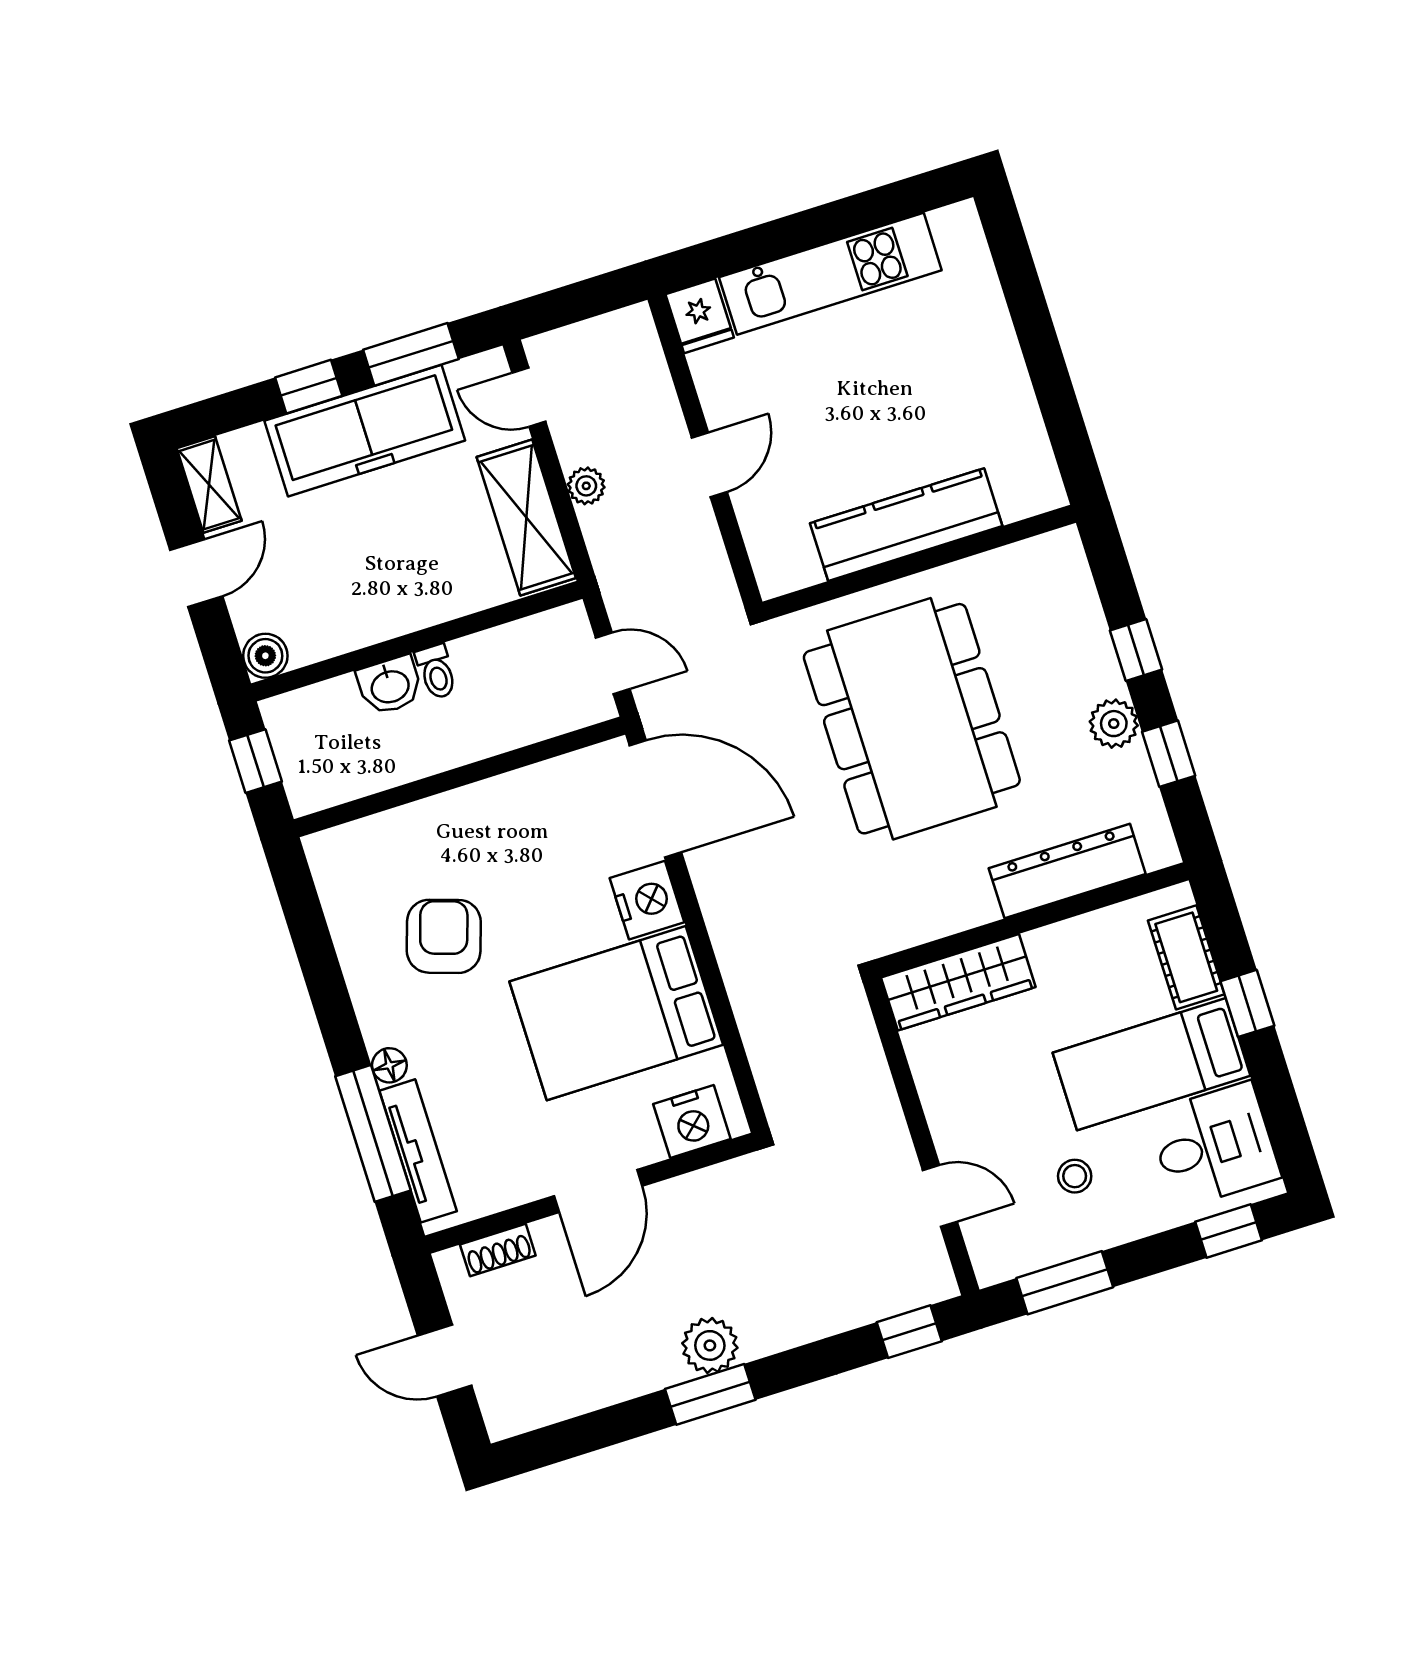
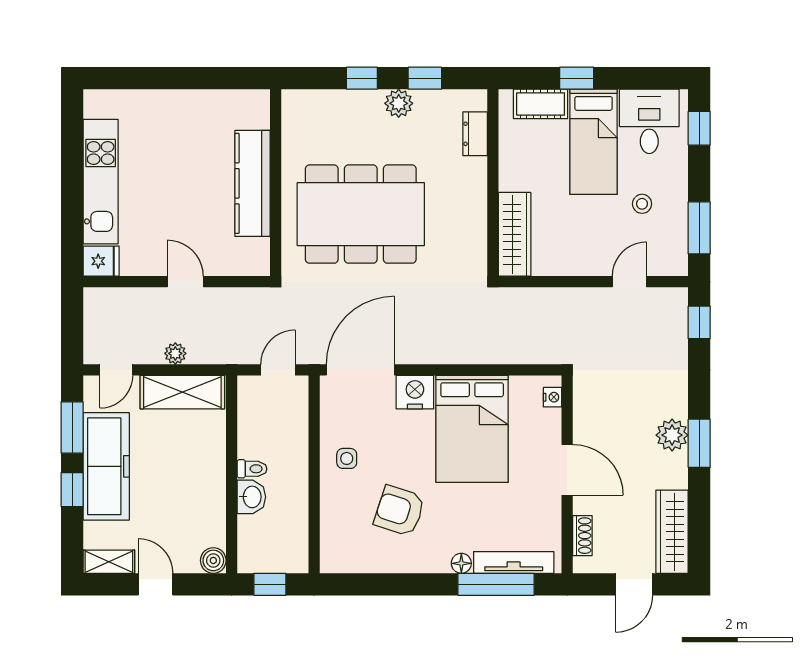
side table: (502, 822) -> (347, 458), added
dresser: (1067, 871) -> (475, 134), width x0.51, depth x0.80
nightstand: (692, 1122) -> (552, 397), width x0.53, depth x0.56
wardrobe: (551, 1396) -> (672, 532), added

